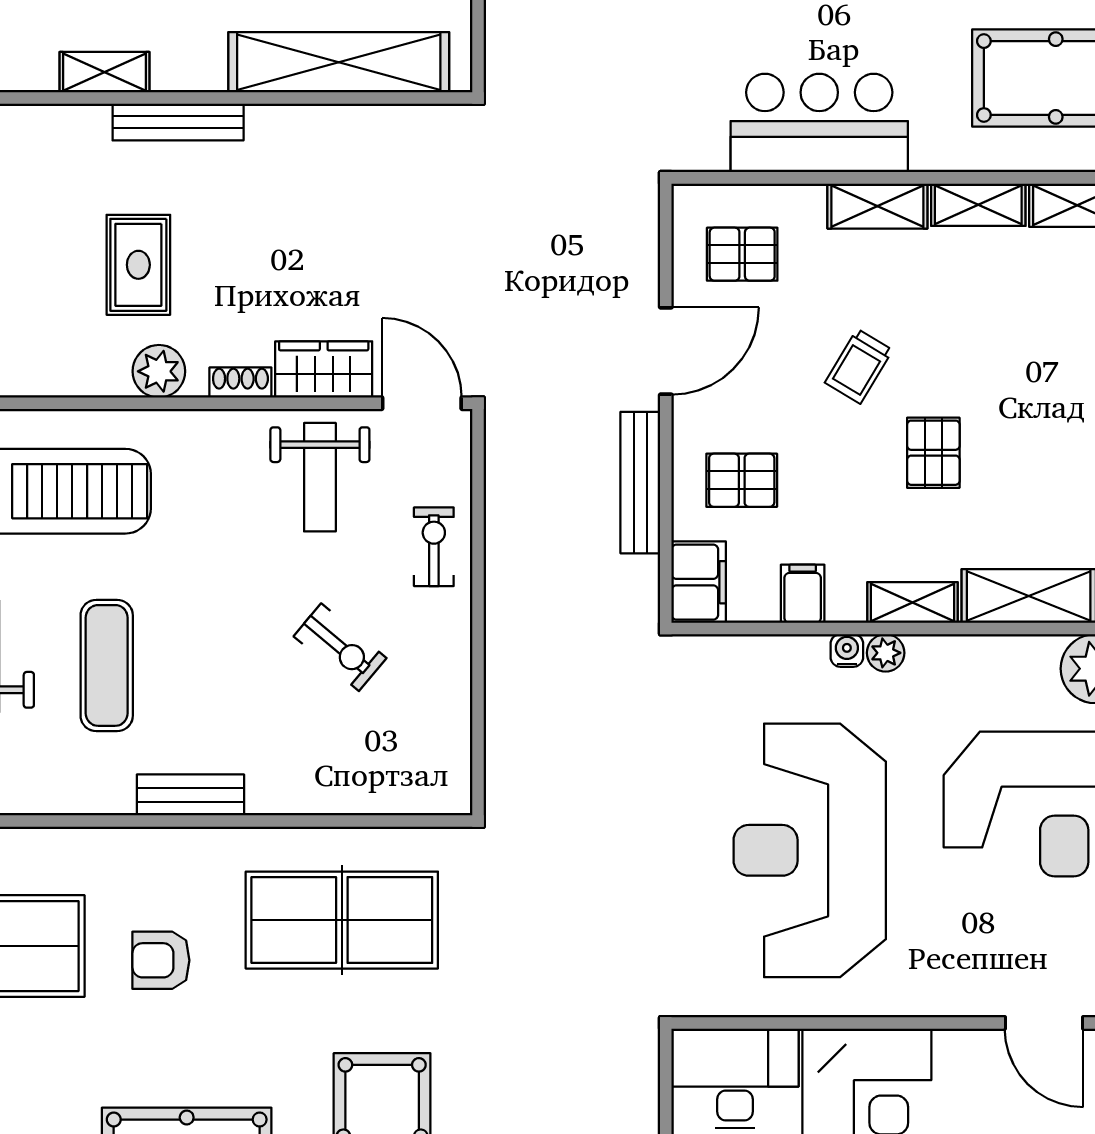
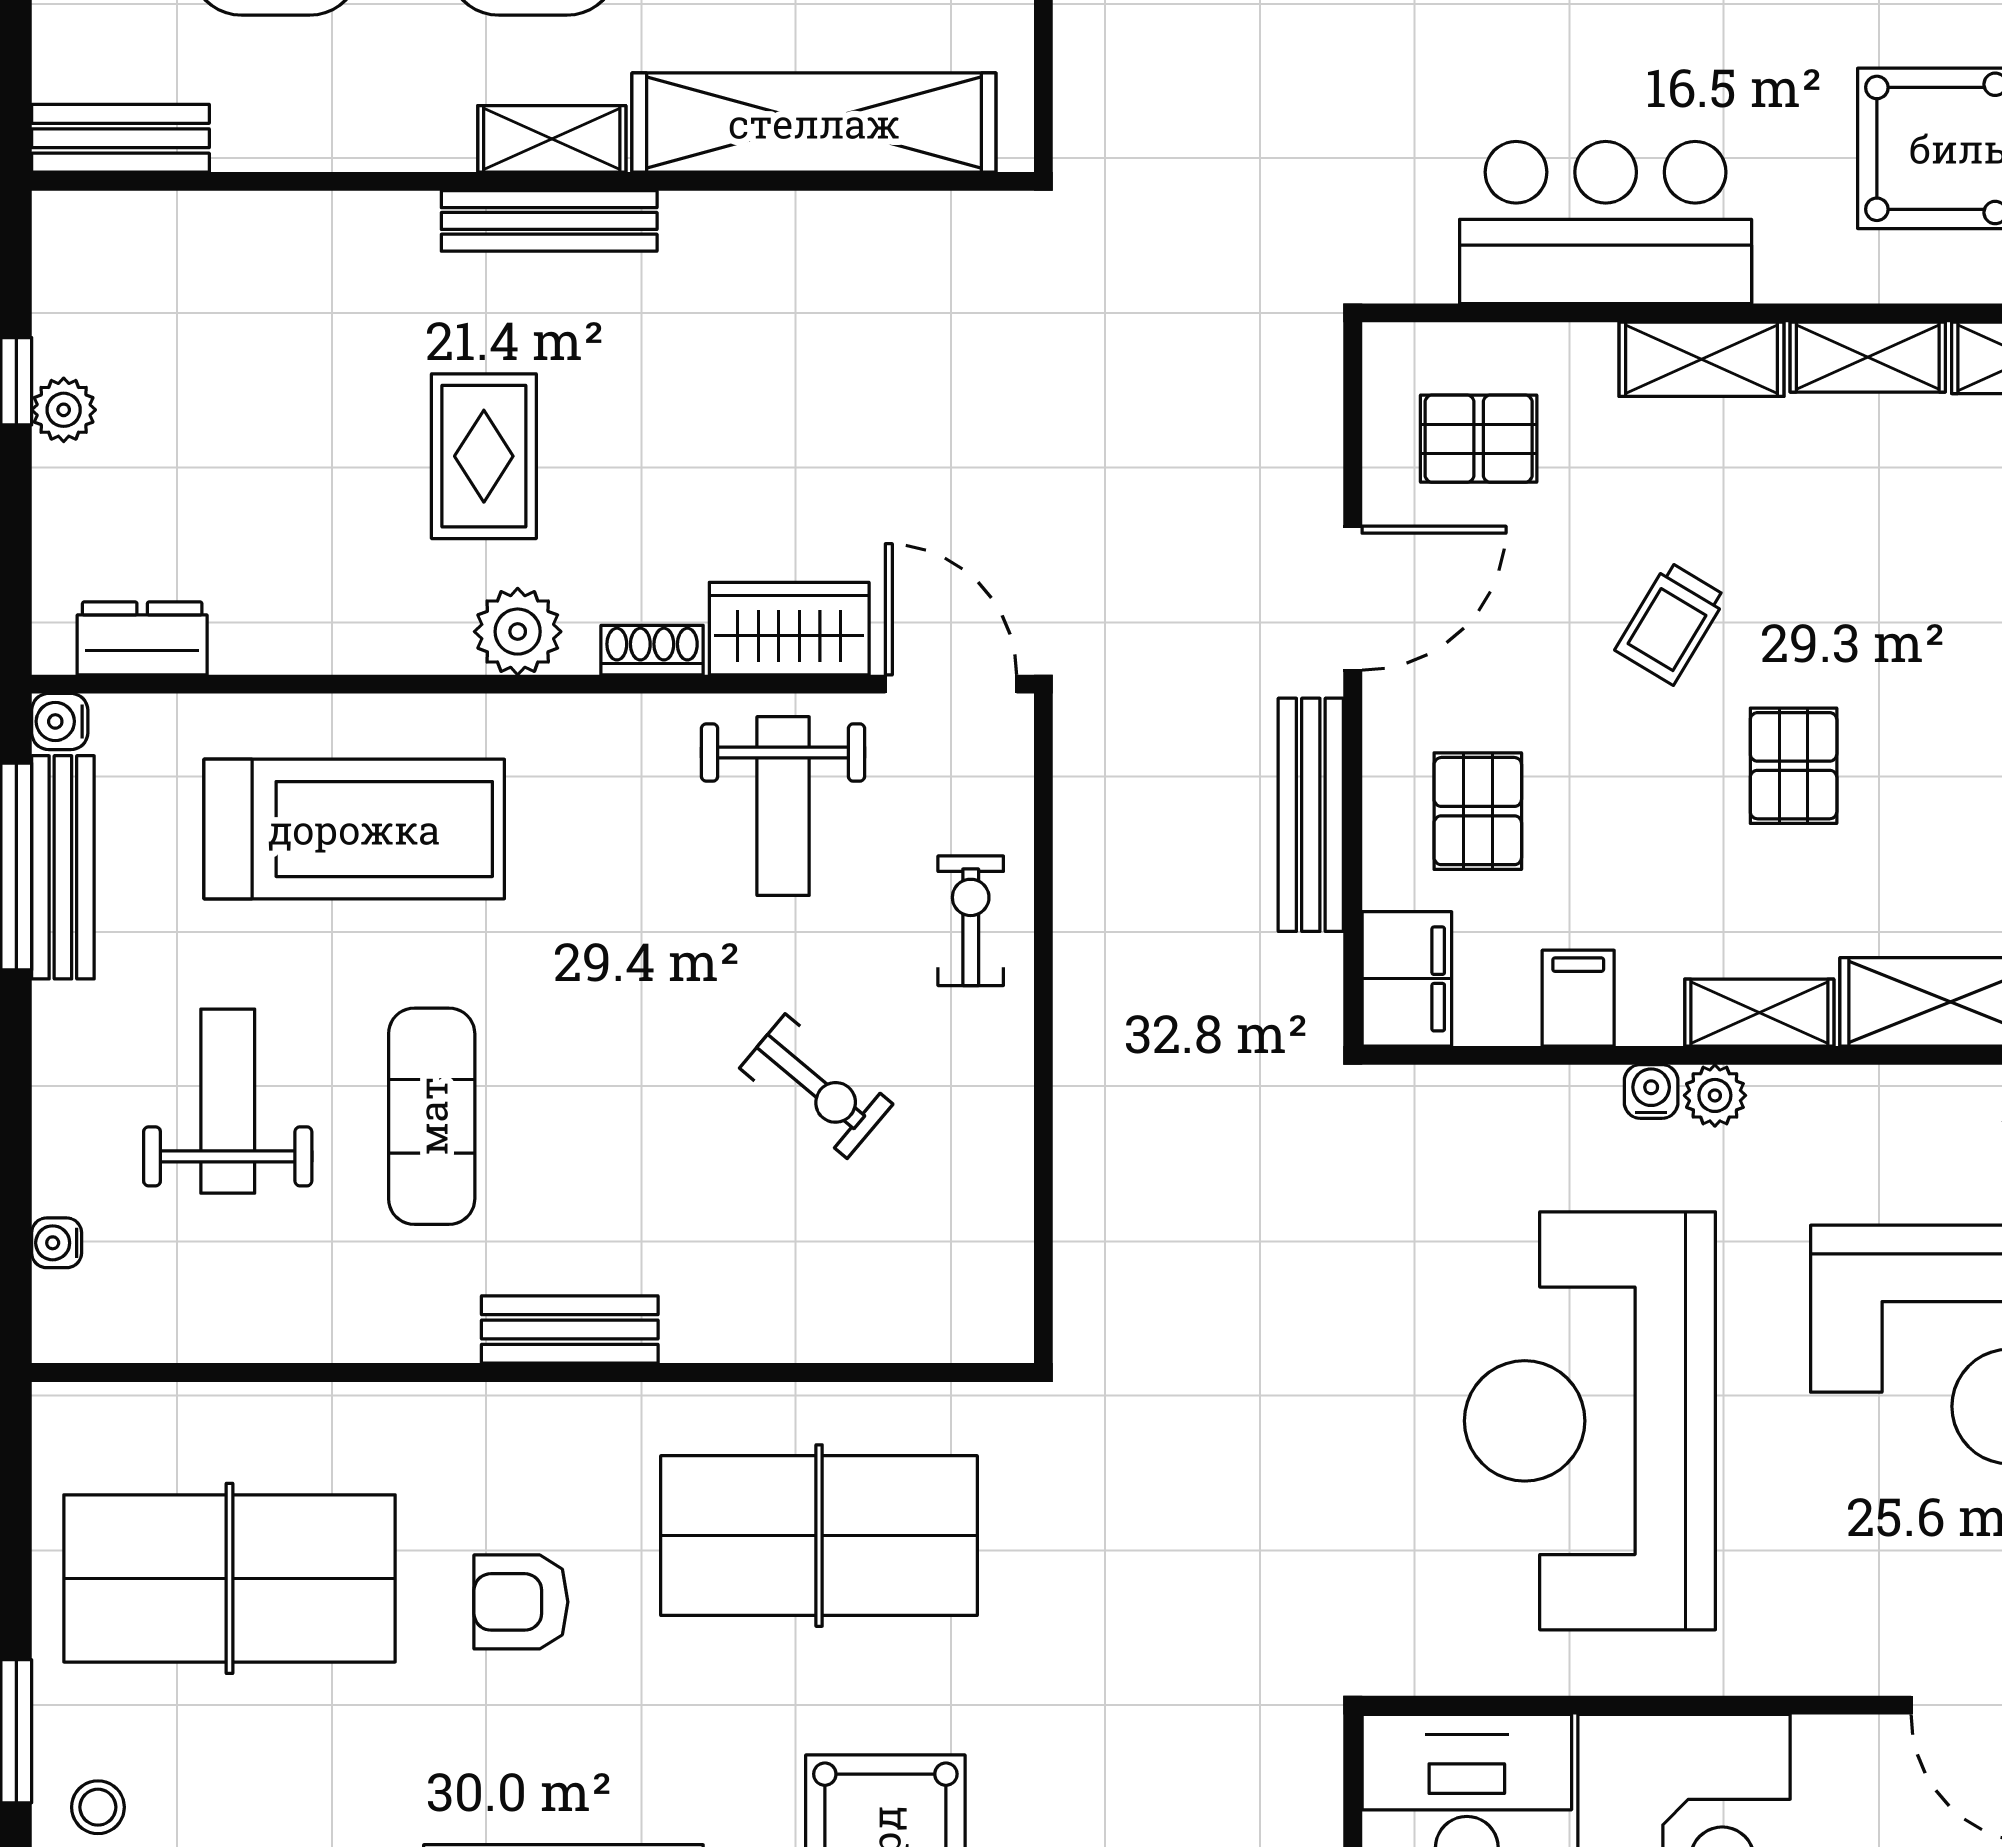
shelving: (105, 72) -> (552, 139), moved
pallet: (742, 480) -> (1478, 811), turned 90

